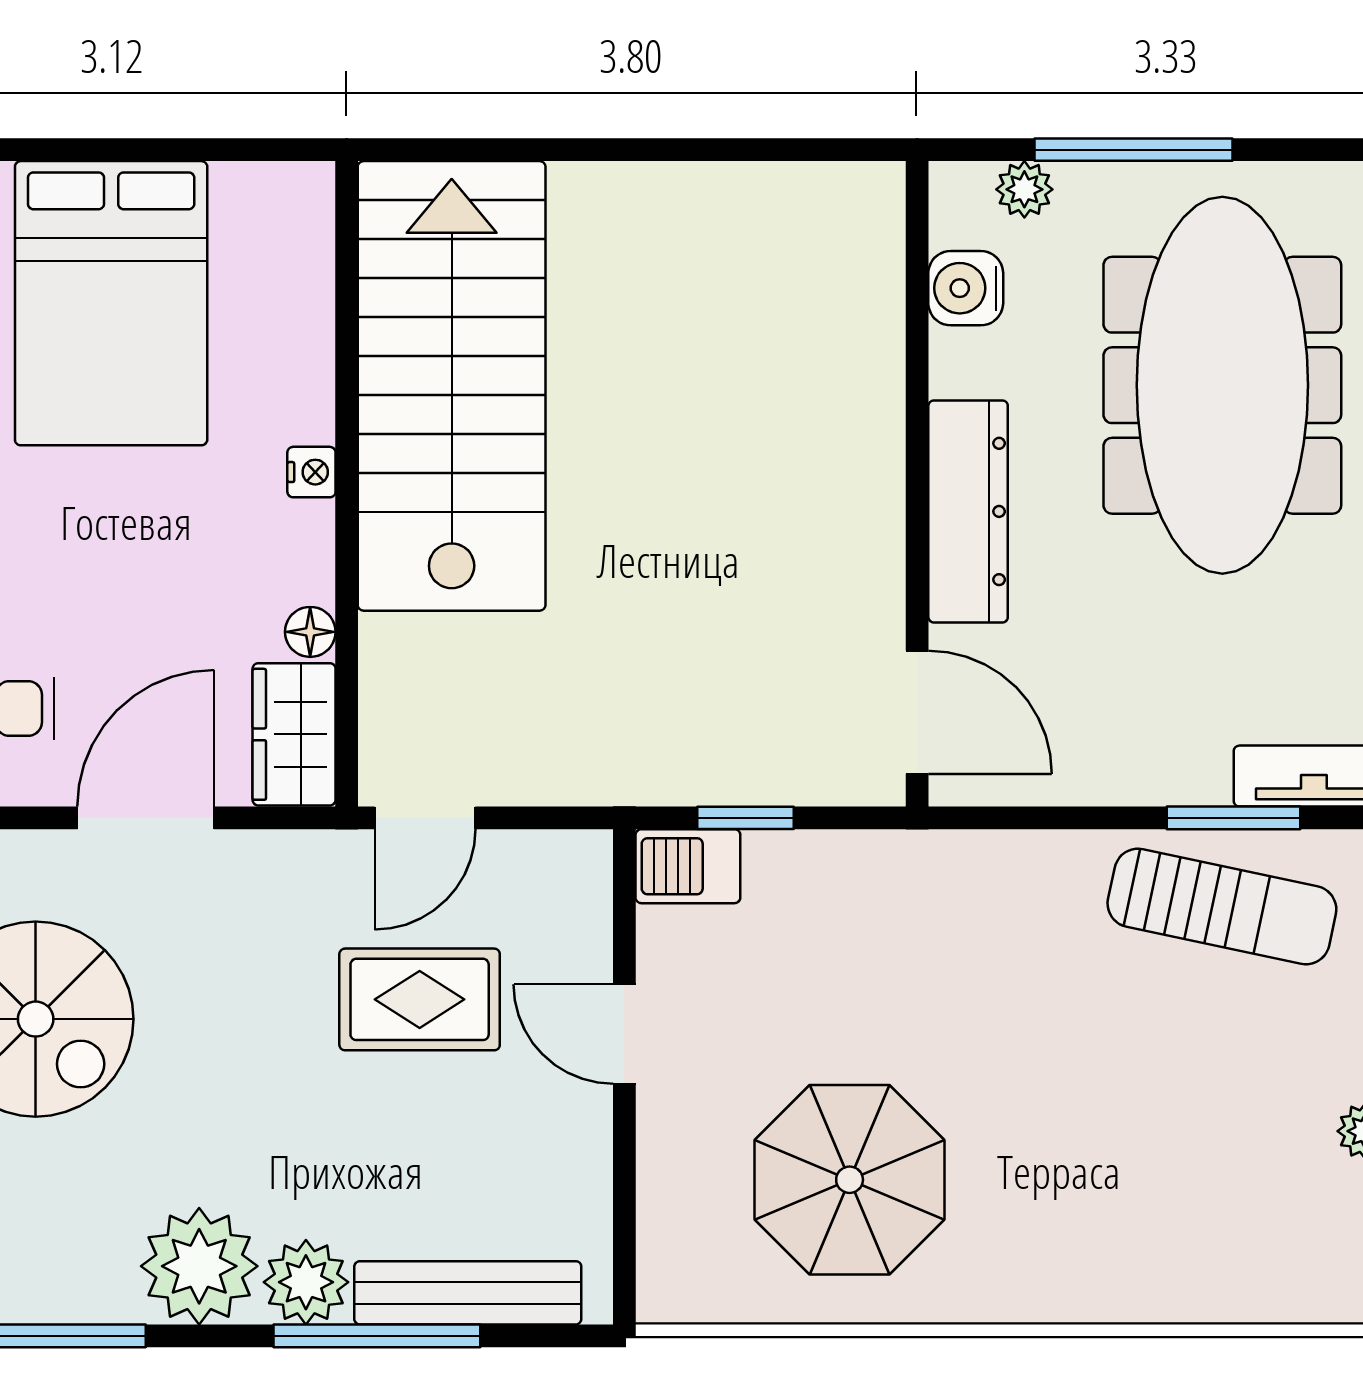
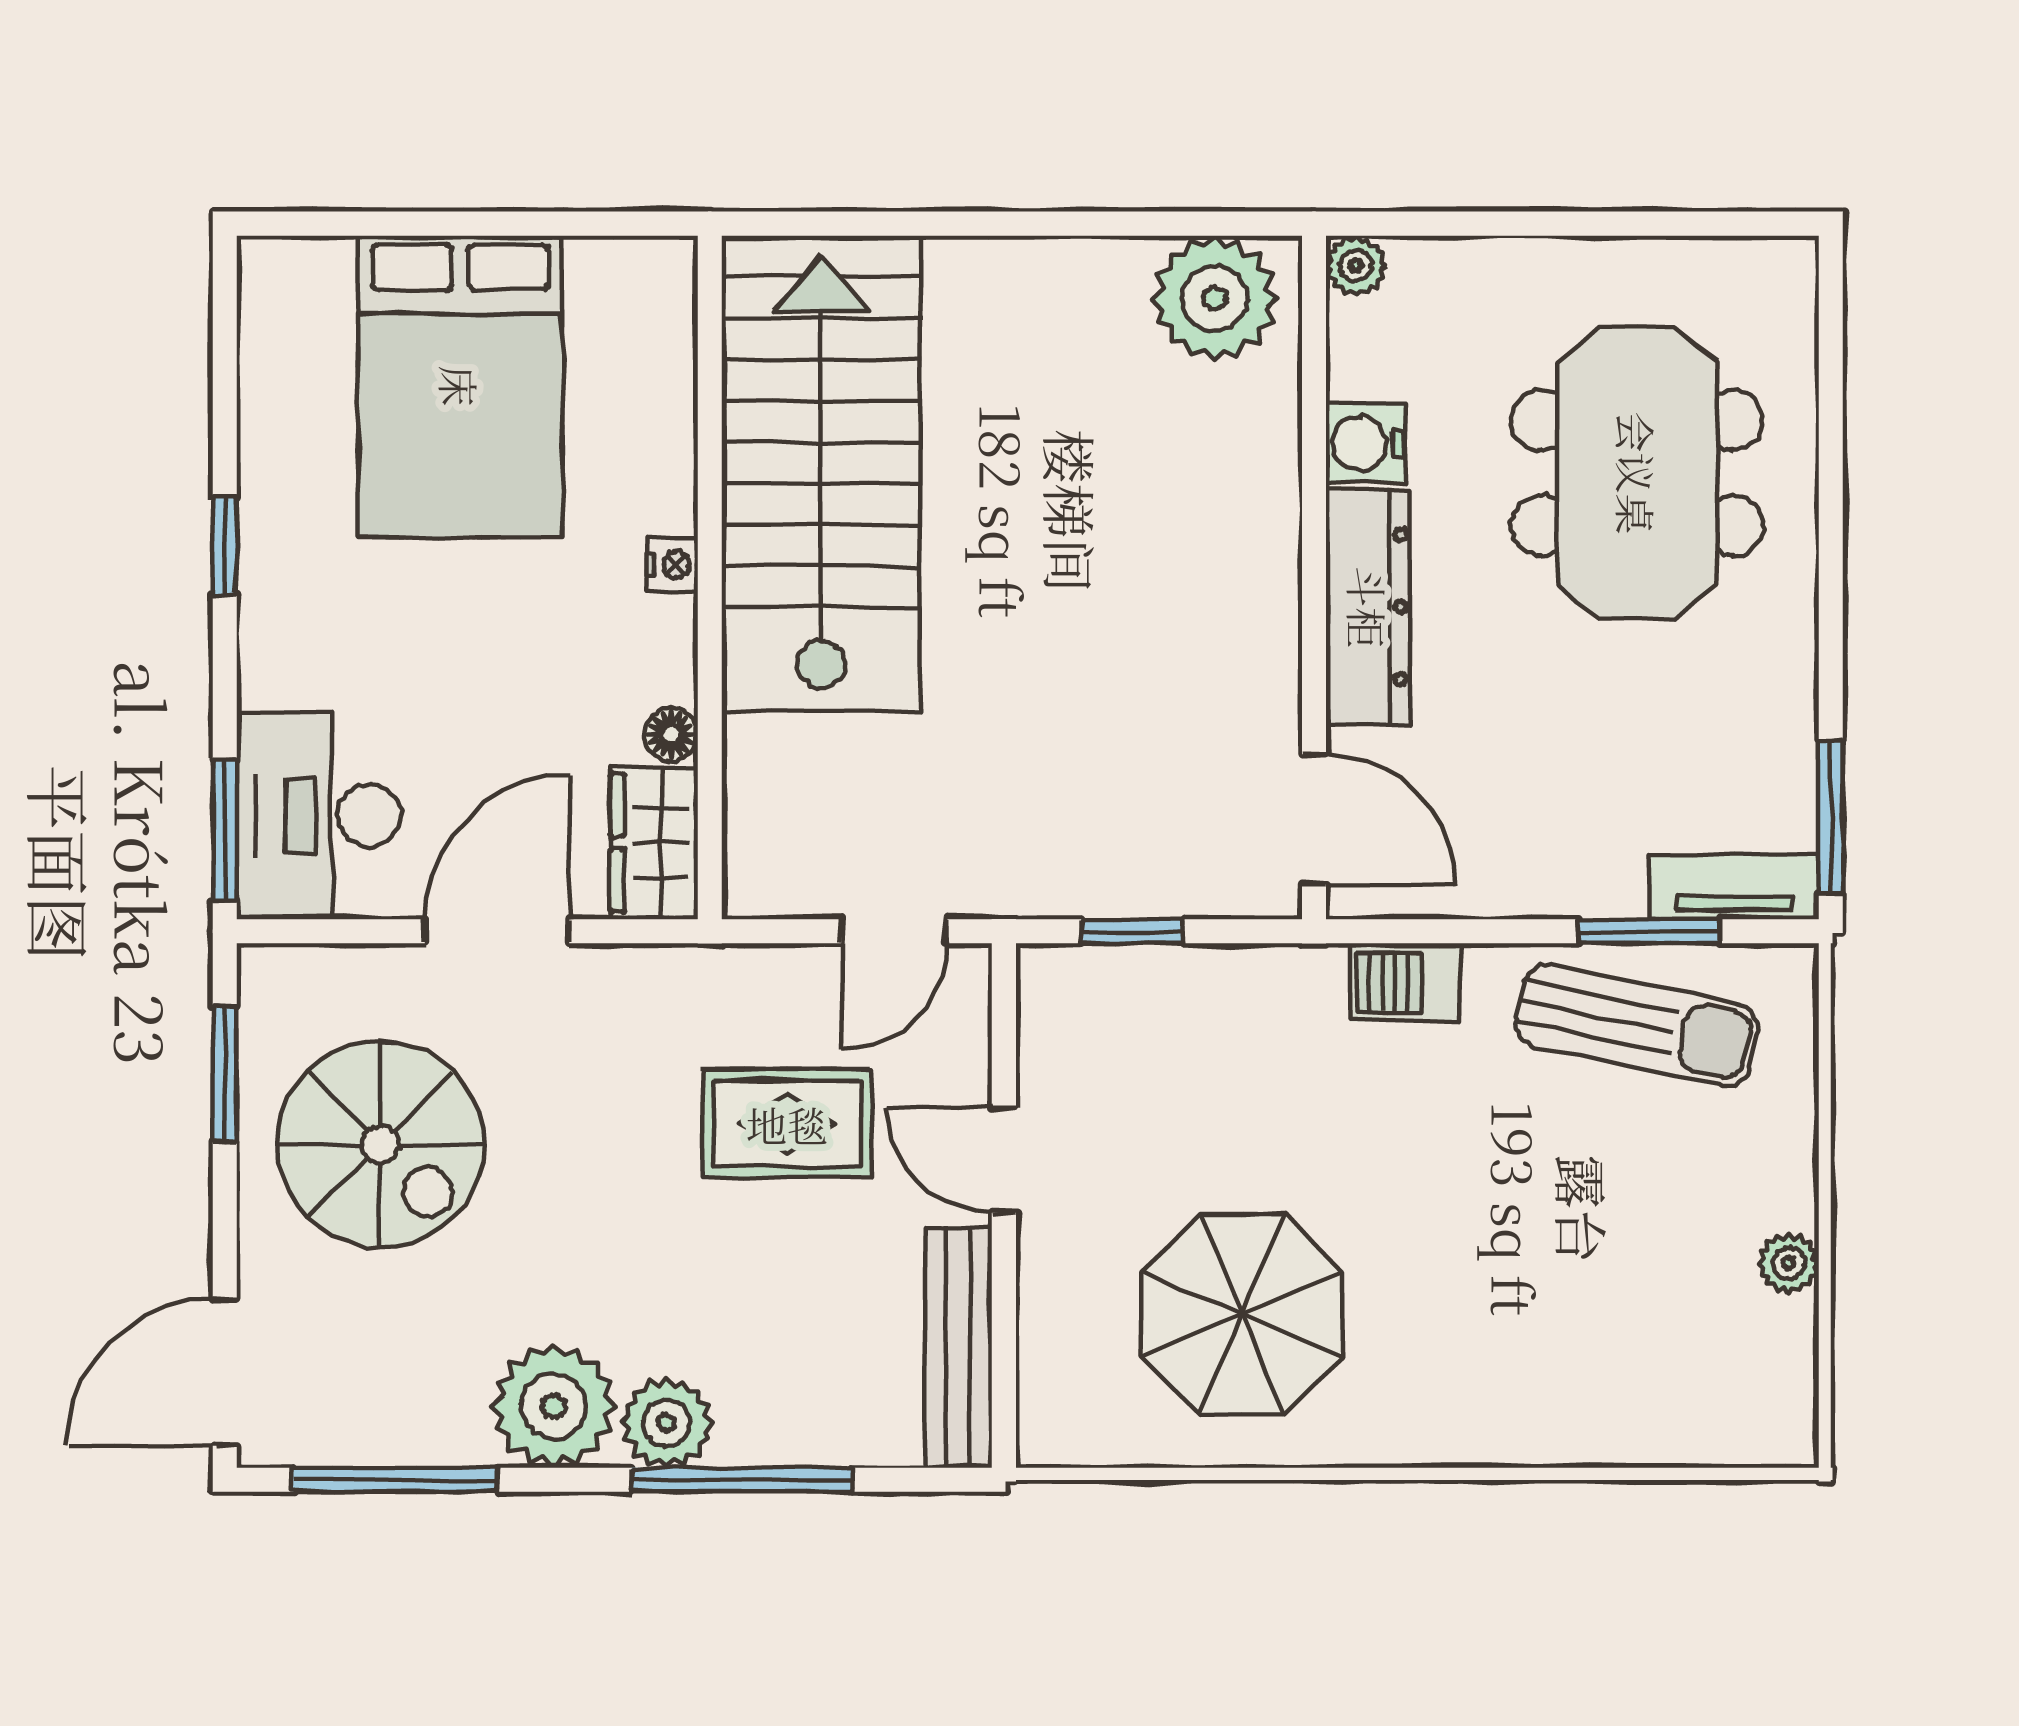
window: (1134, 150) -> (1543, 224), removed
plant: (1024, 189) -> (1356, 266), moved
plant: (823, 220) -> (1215, 298), added
water cooler: (966, 288) -> (1365, 443), moved
meeting table: (1222, 385) -> (1637, 473), width x0.73
door: (425, 818) -> (894, 931), moved
barbecue: (688, 866) -> (1405, 982), moved
bench: (468, 1293) -> (958, 1348), moved, turned 90

